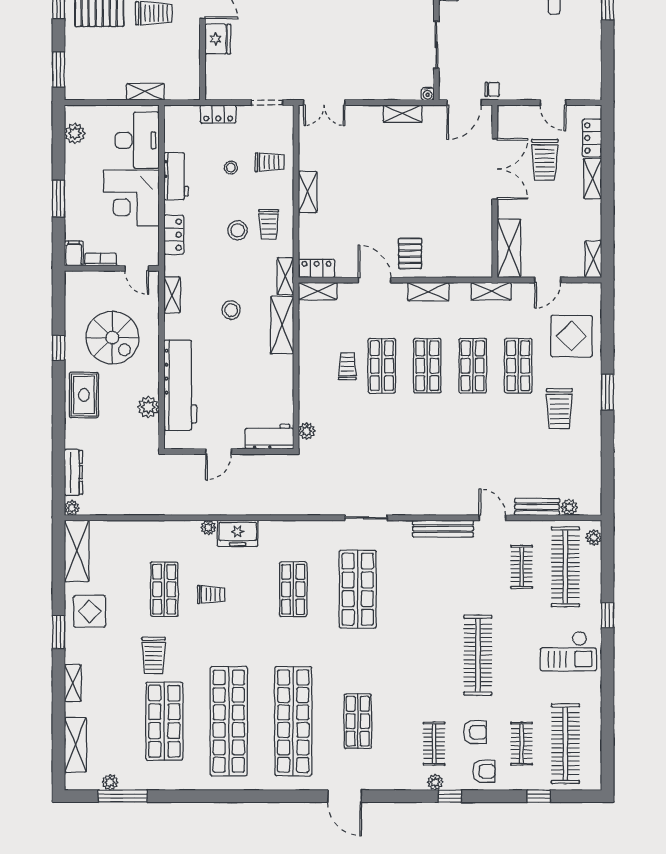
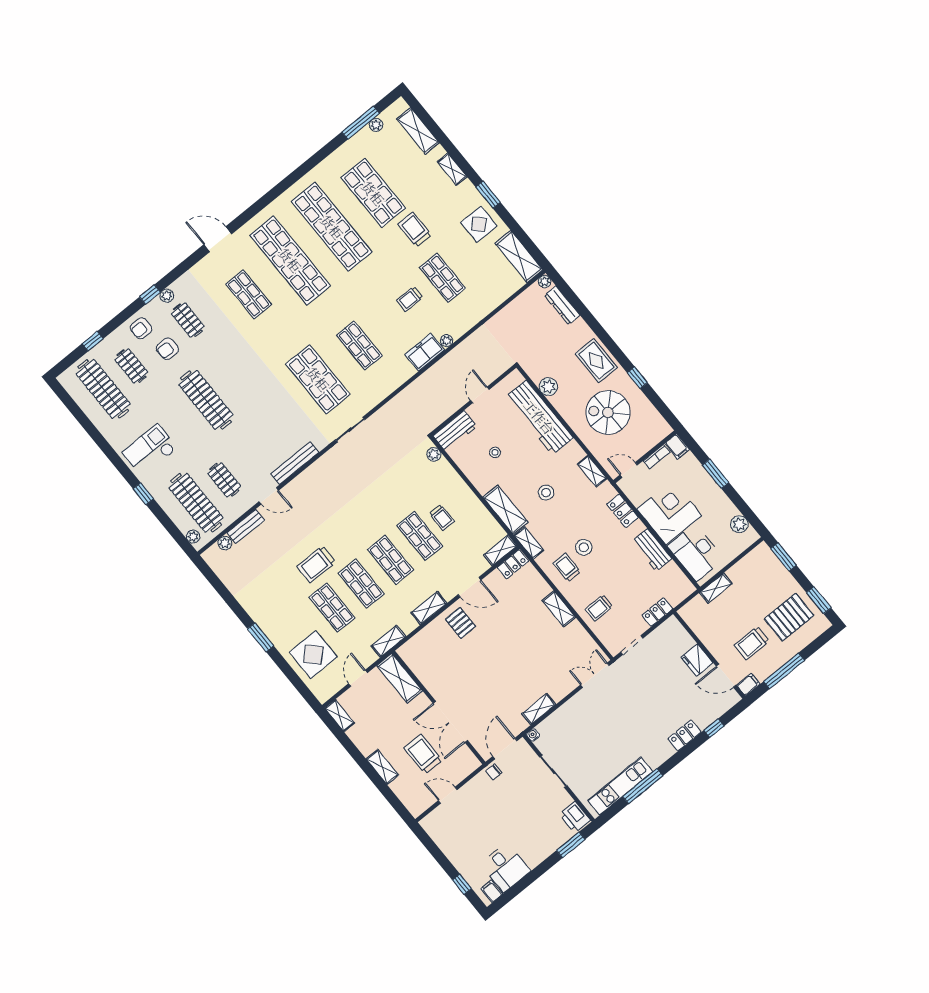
locker: (592, 138) -> (404, 793), removed
stool: (231, 168) -> (495, 452), moved
trolley: (559, 409) -> (316, 564), moved, turned -90

